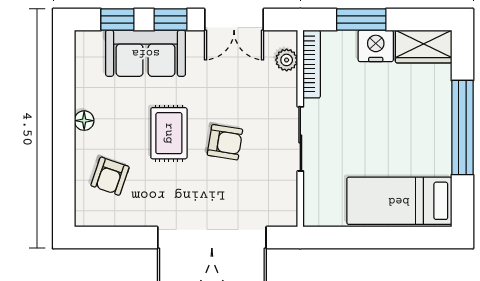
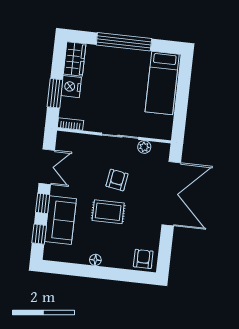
plant: (287, 60) -> (144, 147), moved
bookcase: (312, 64) -> (70, 124), width x0.64
armchair: (110, 176) -> (143, 259), moved, turned -109

